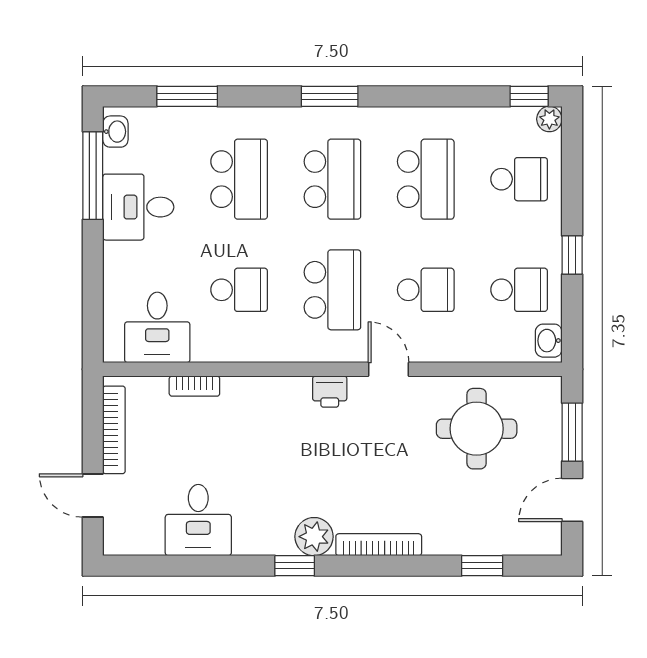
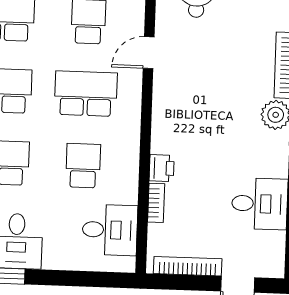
printer: (330, 392) -> (162, 168), moved

